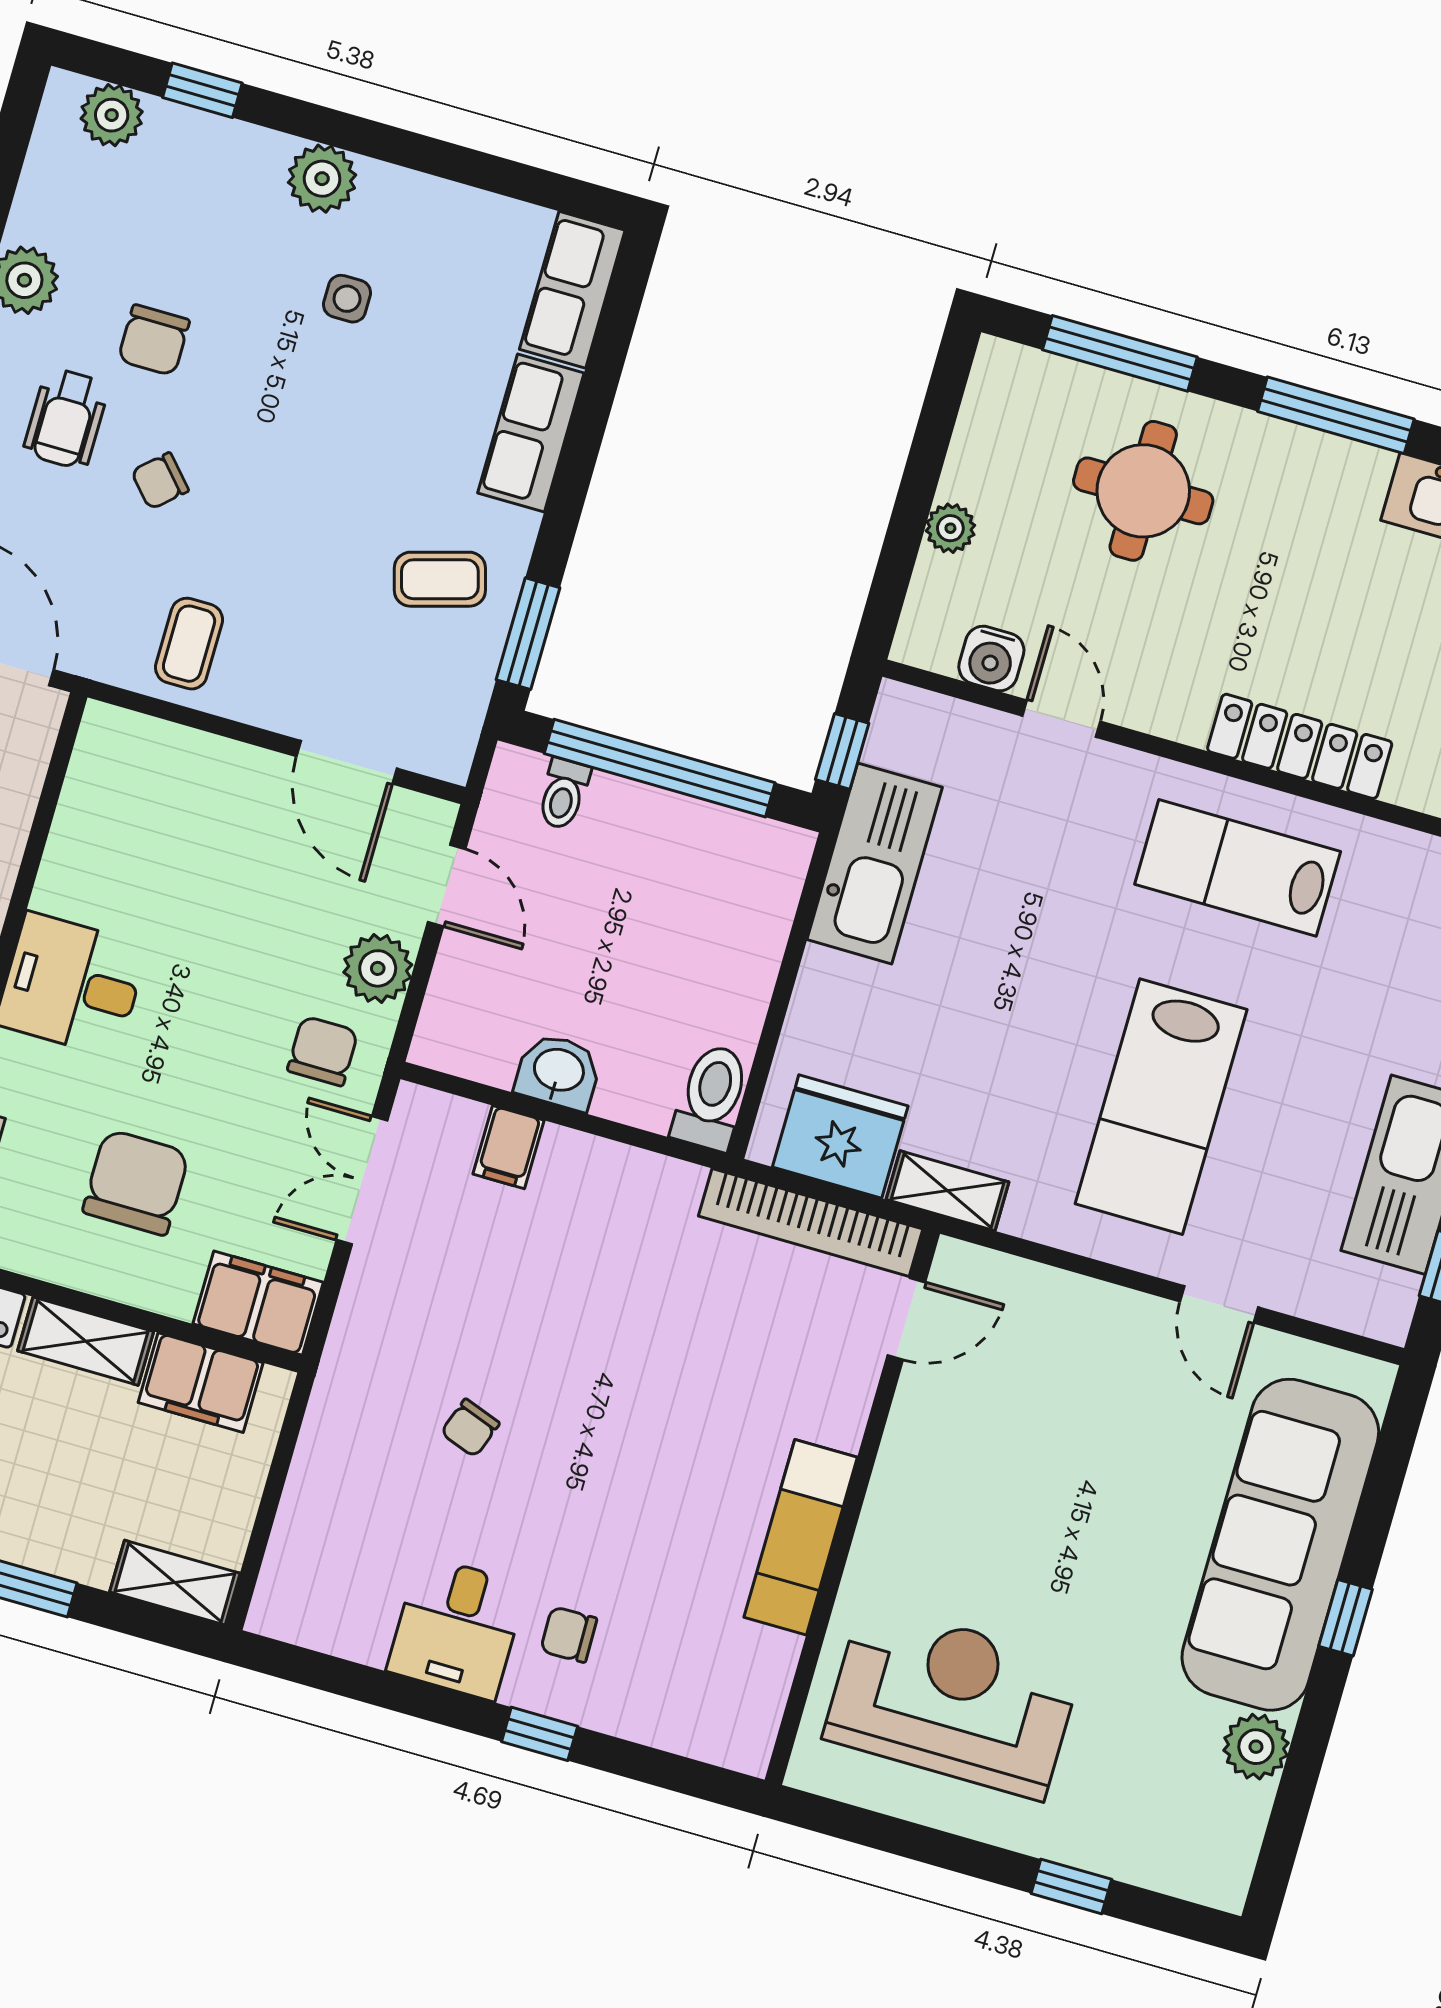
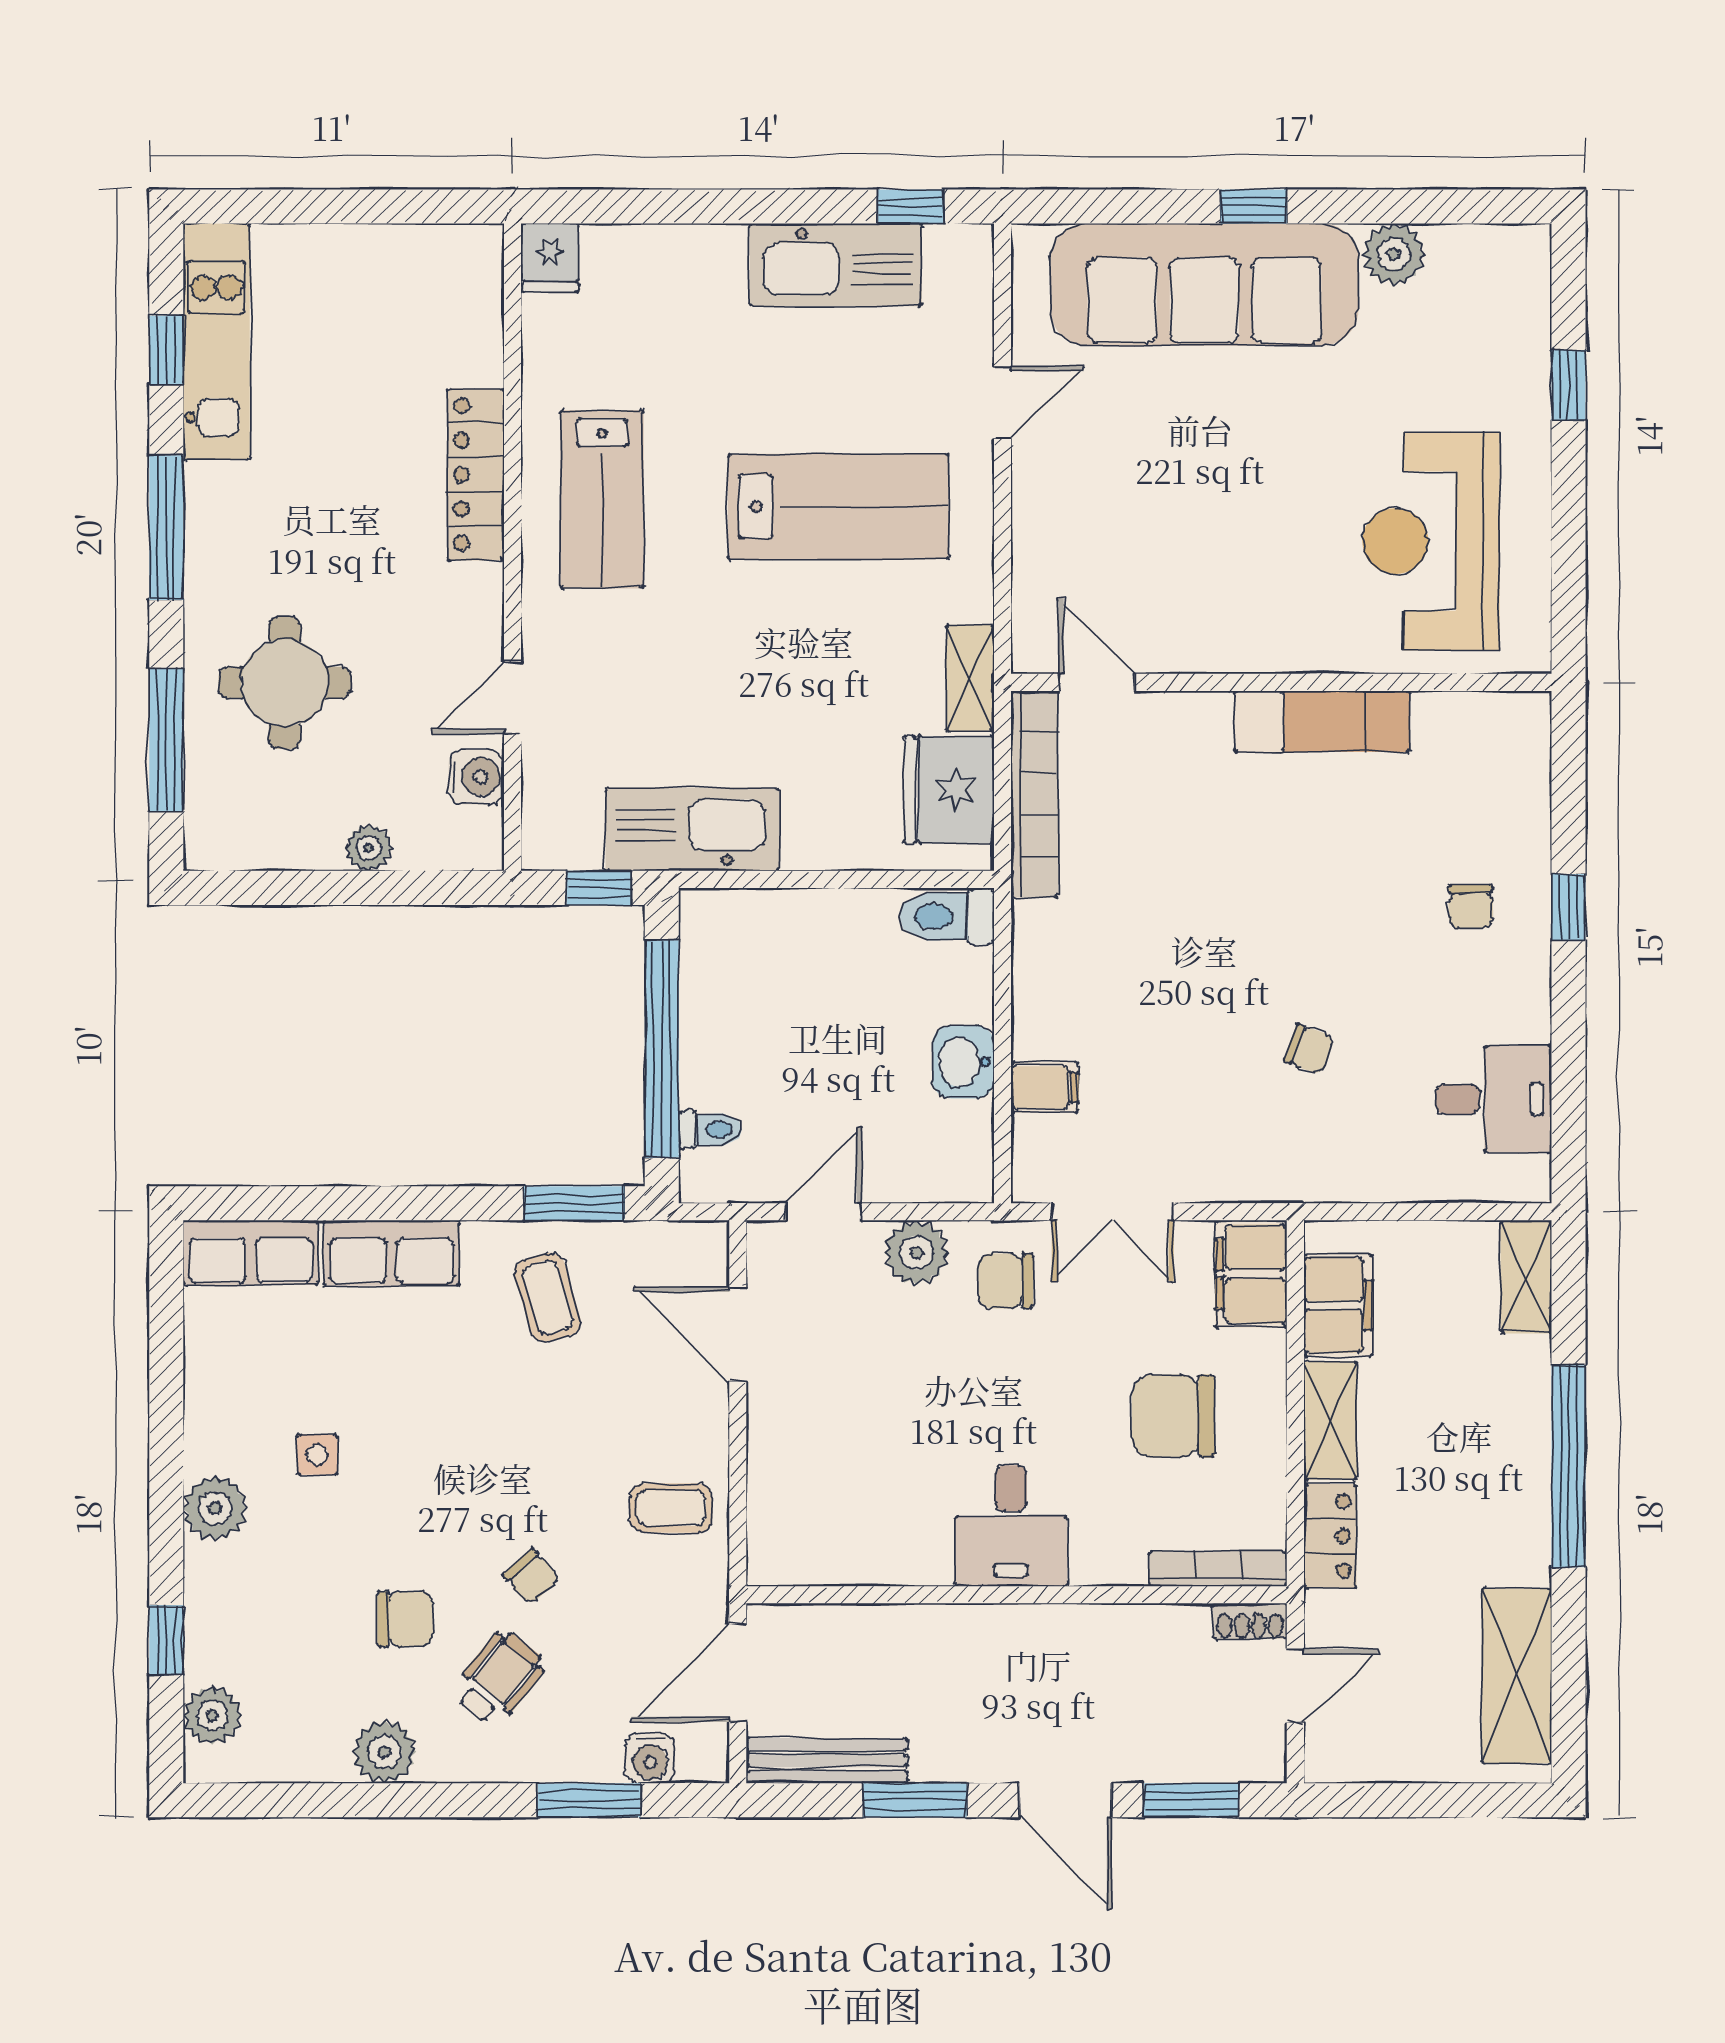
wheelchair: (66, 419) -> (499, 1678), turned -51
door: (347, 762) -> (738, 1334), swing flipped
desk: (457, 1628) -> (1494, 1099), moved

